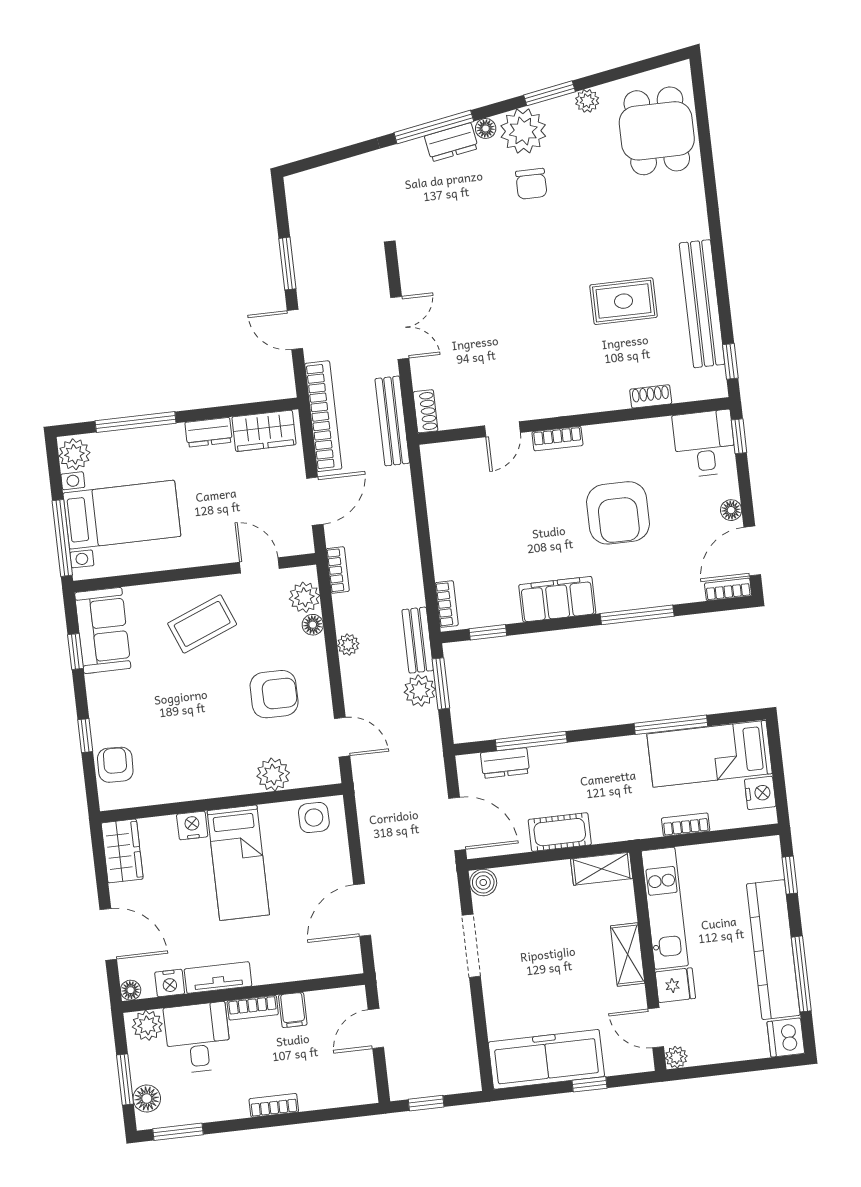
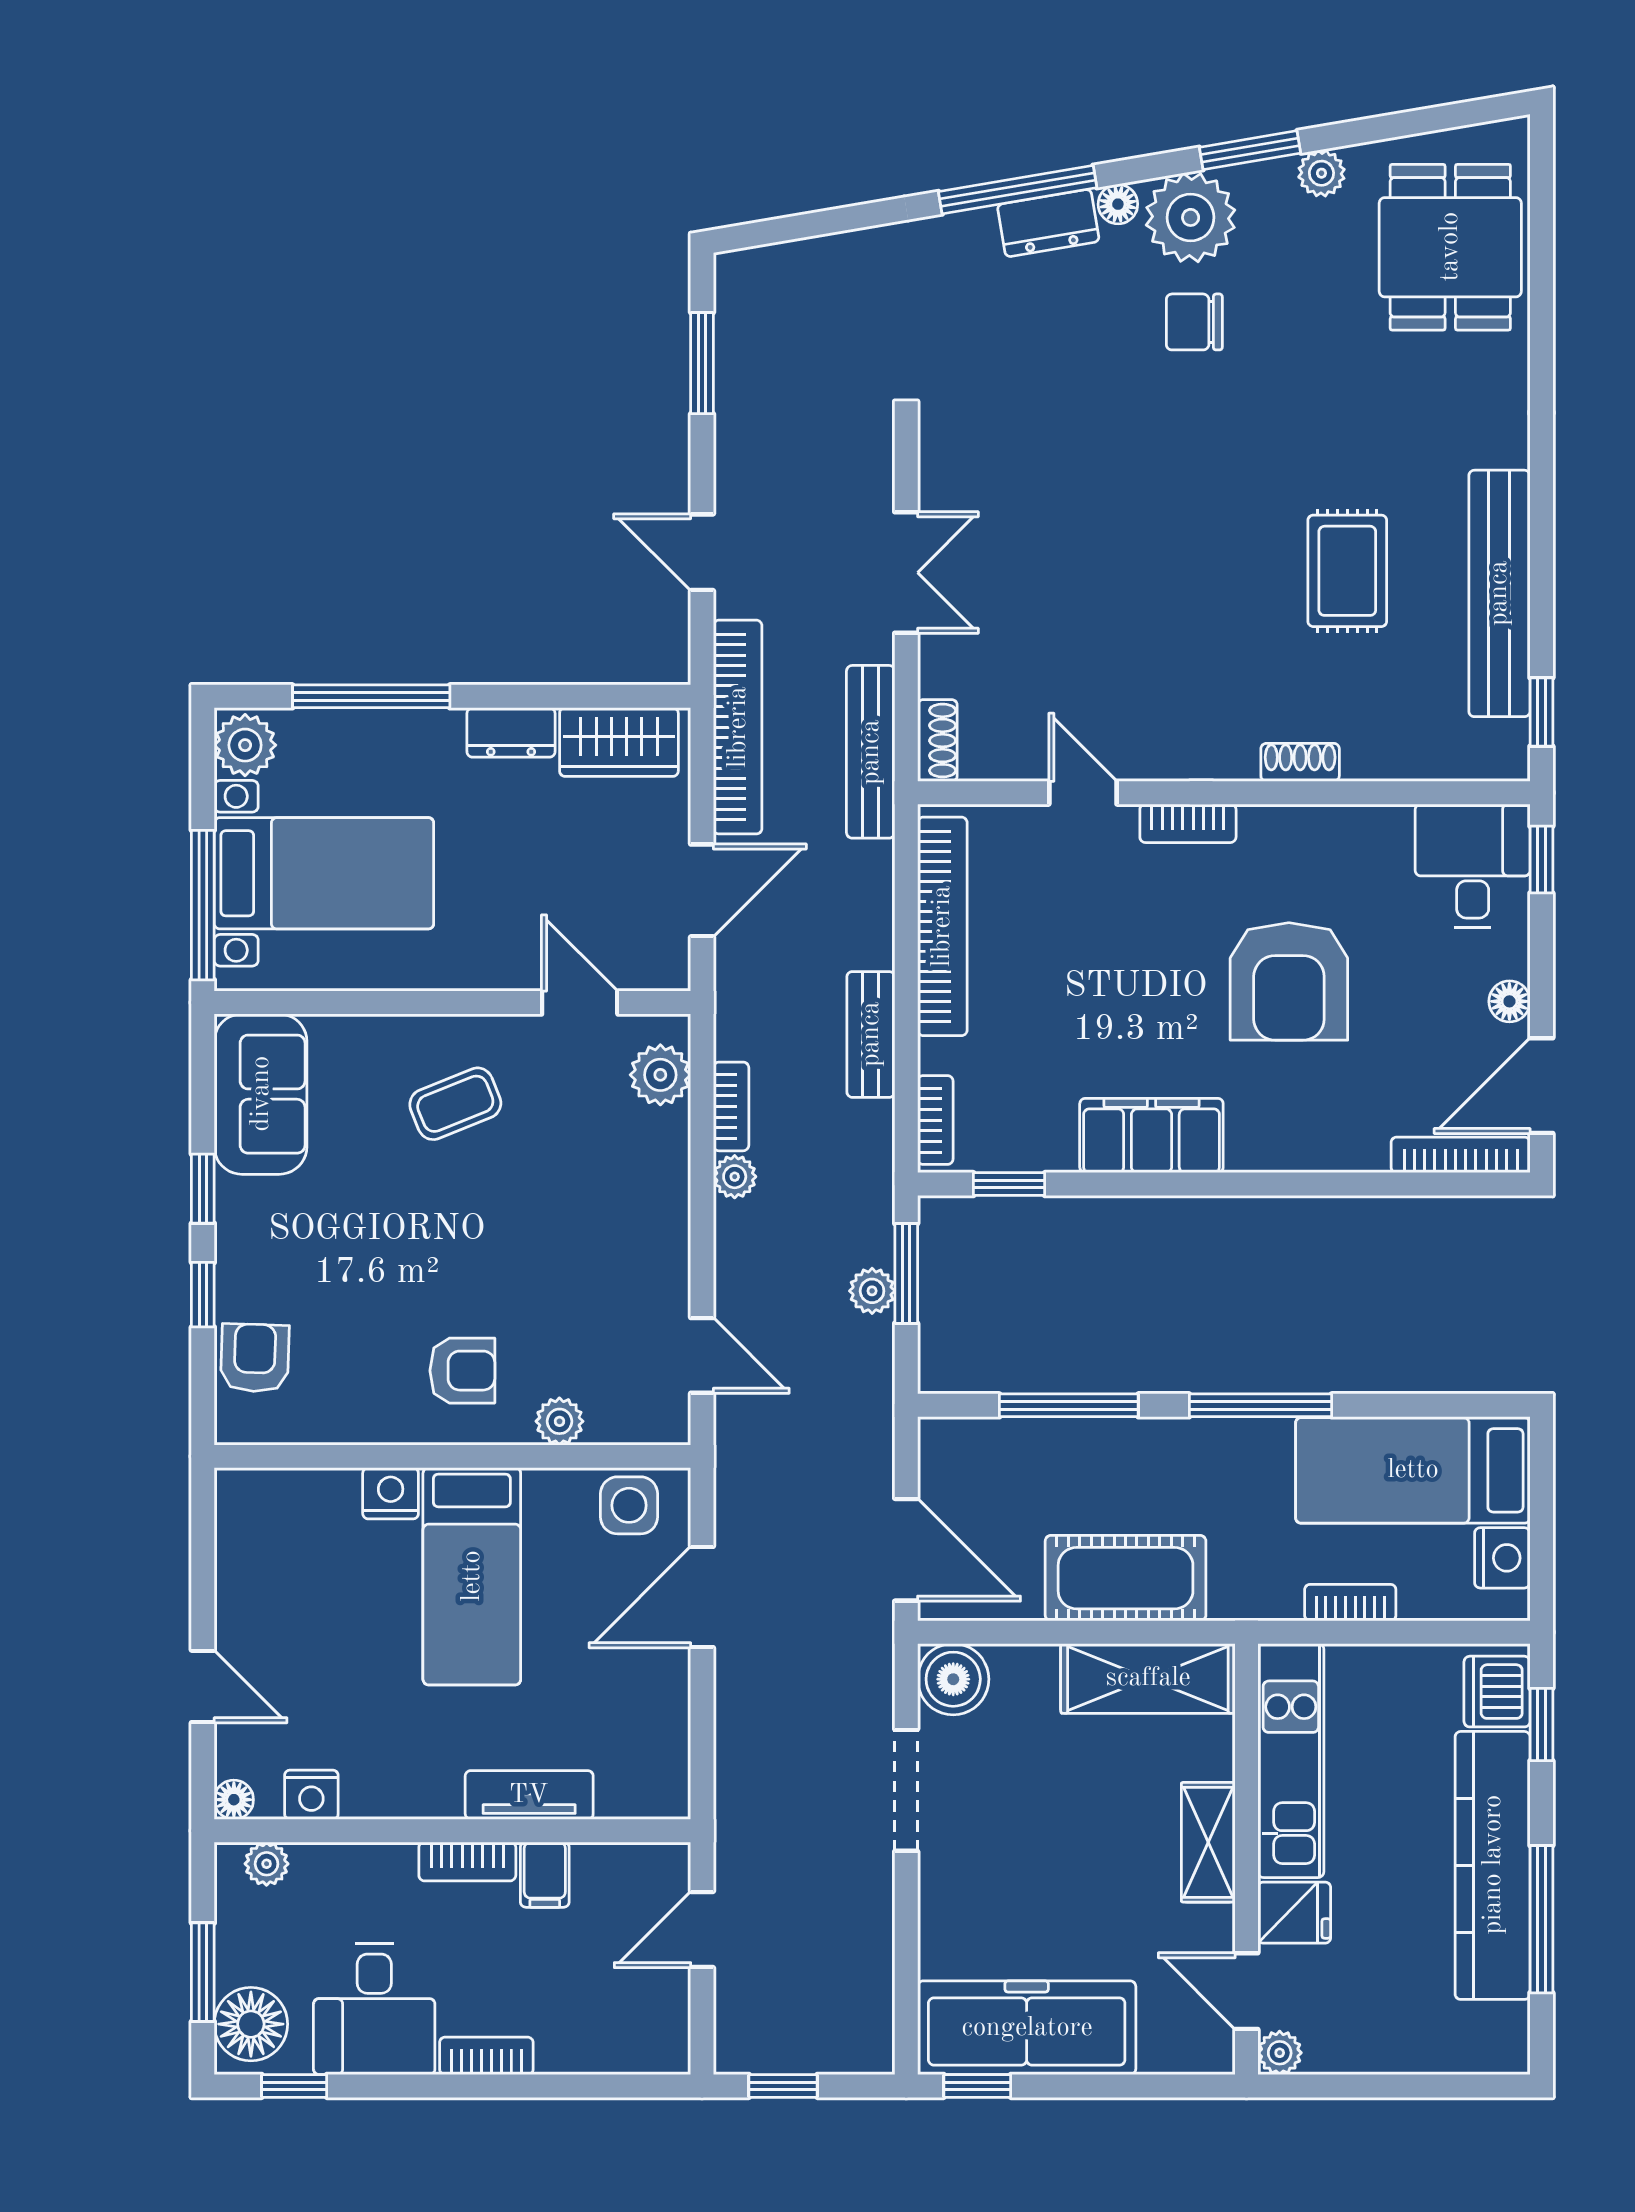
chair: (531, 184) -> (1194, 322), turned 90
window: (287, 264) -> (702, 363), moved
rug: (624, 301) -> (1347, 571), turned 90
shoe rack: (651, 396) -> (1300, 762), moved
door: (502, 429) -> (1083, 793), swing flipped
bookcase: (439, 505) -> (942, 926), added
bookcase: (338, 570) -> (731, 1106), moved
bookcase: (728, 589) -> (1461, 1155), width x1.56
window: (637, 615) -> (1303, 1184), removed
coffee table: (202, 624) -> (455, 1104), width x0.73, depth x0.77
floor lamp: (313, 625) -> (670, 1130), removed
bench: (418, 640) -> (871, 1034), moved
window: (75, 652) -> (203, 1189), moved
plant: (420, 691) -> (872, 1291), width x0.73, depth x0.73
armchair: (274, 694) -> (462, 1371), moved, width x0.72, depth x0.72
window: (671, 725) -> (1260, 1405), moved
dresser: (505, 763) -> (1013, 1442), removed
plant: (273, 774) -> (559, 1421), width x0.73, depth x0.73
cot: (560, 832) -> (1126, 1578), width x1.37, depth x1.34
wardrobe: (122, 851) -> (249, 1527), removed
shelving: (602, 869) -> (1148, 1678), width x1.50, depth x1.33
boiler: (483, 882) -> (953, 1679), width x1.36, depth x1.36
door: (362, 910) -> (702, 1597), moved
door: (108, 934) -> (203, 1686), width x0.73
tv unit: (218, 978) -> (529, 1795), moved
plant: (147, 1025) -> (267, 1864), width x0.73, depth x0.73
desk: (198, 1038) -> (374, 2009), moved, turned 180
dishwasher: (786, 1038) -> (1497, 1692), moved
window: (589, 1084) -> (977, 2086), moved
floor lamp: (147, 1099) -> (251, 2024), width x1.38, depth x1.38
window: (178, 1132) -> (294, 2086), width x0.67

